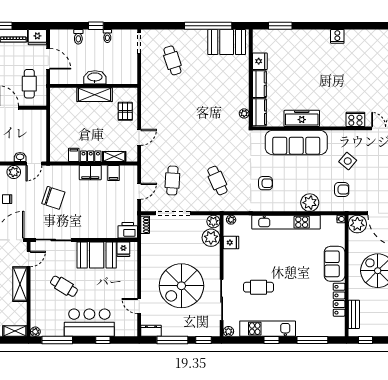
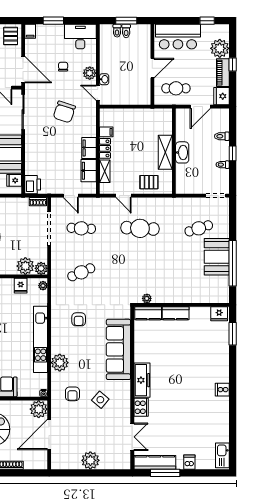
booth: (227, 42) -> (217, 257), moved
fridge: (260, 61) -> (219, 314), moved
freezer: (302, 118) -> (142, 380), moved
cafe table: (172, 120) -> (140, 228), added
filing cabinet: (114, 173) -> (89, 171), width x2.00

